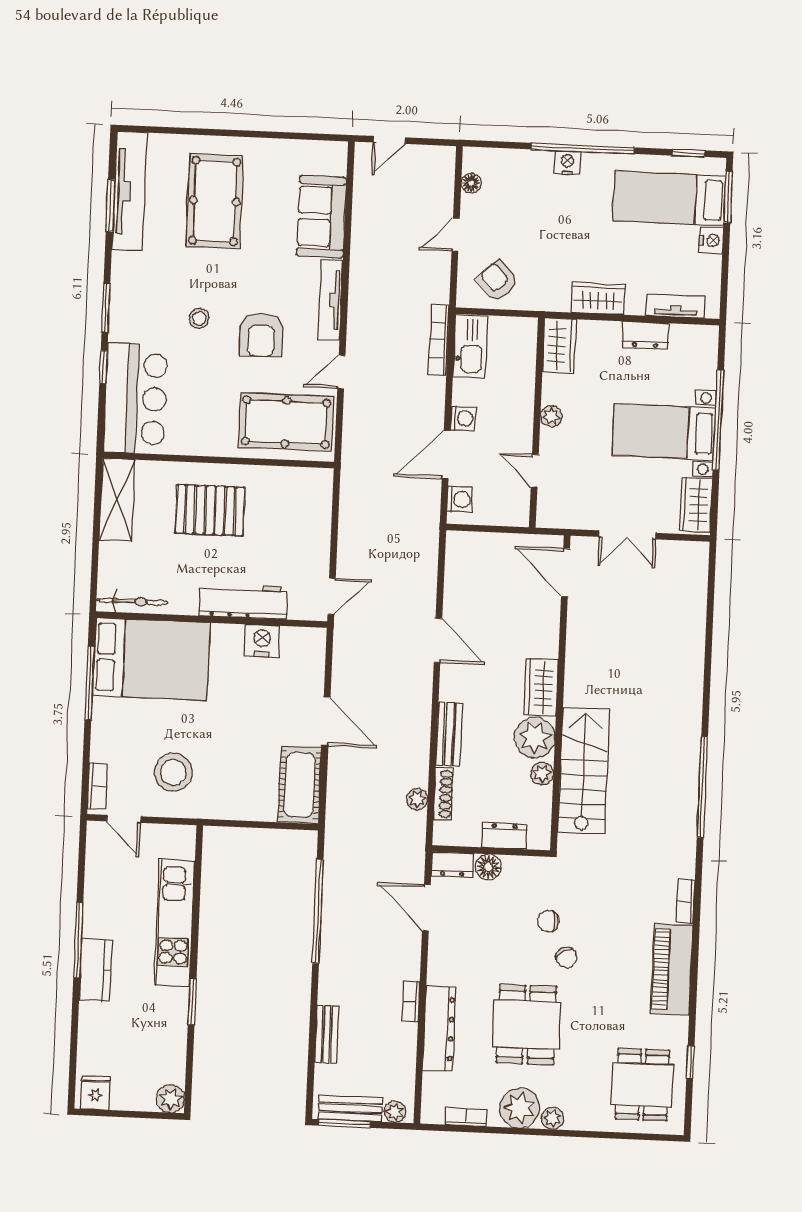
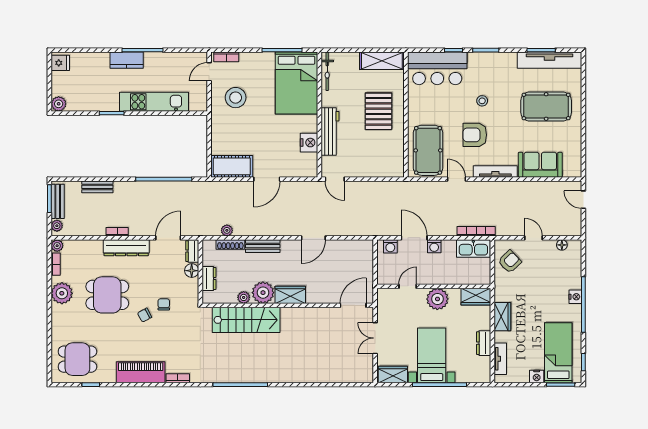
plant: (551, 416) -> (437, 299), width x1.87, depth x1.87
dresser: (439, 1029) -> (126, 248), moved
plant: (552, 1118) -> (57, 246), moved

